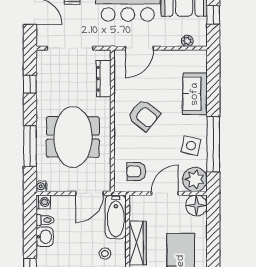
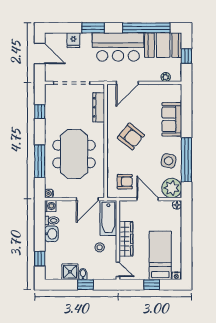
armchair: (136, 172) -> (125, 182), turned 180
door: (165, 193) -> (148, 199), hinge flipped
floor lamp: (196, 205) -> (177, 205), width x0.53, depth x0.53

